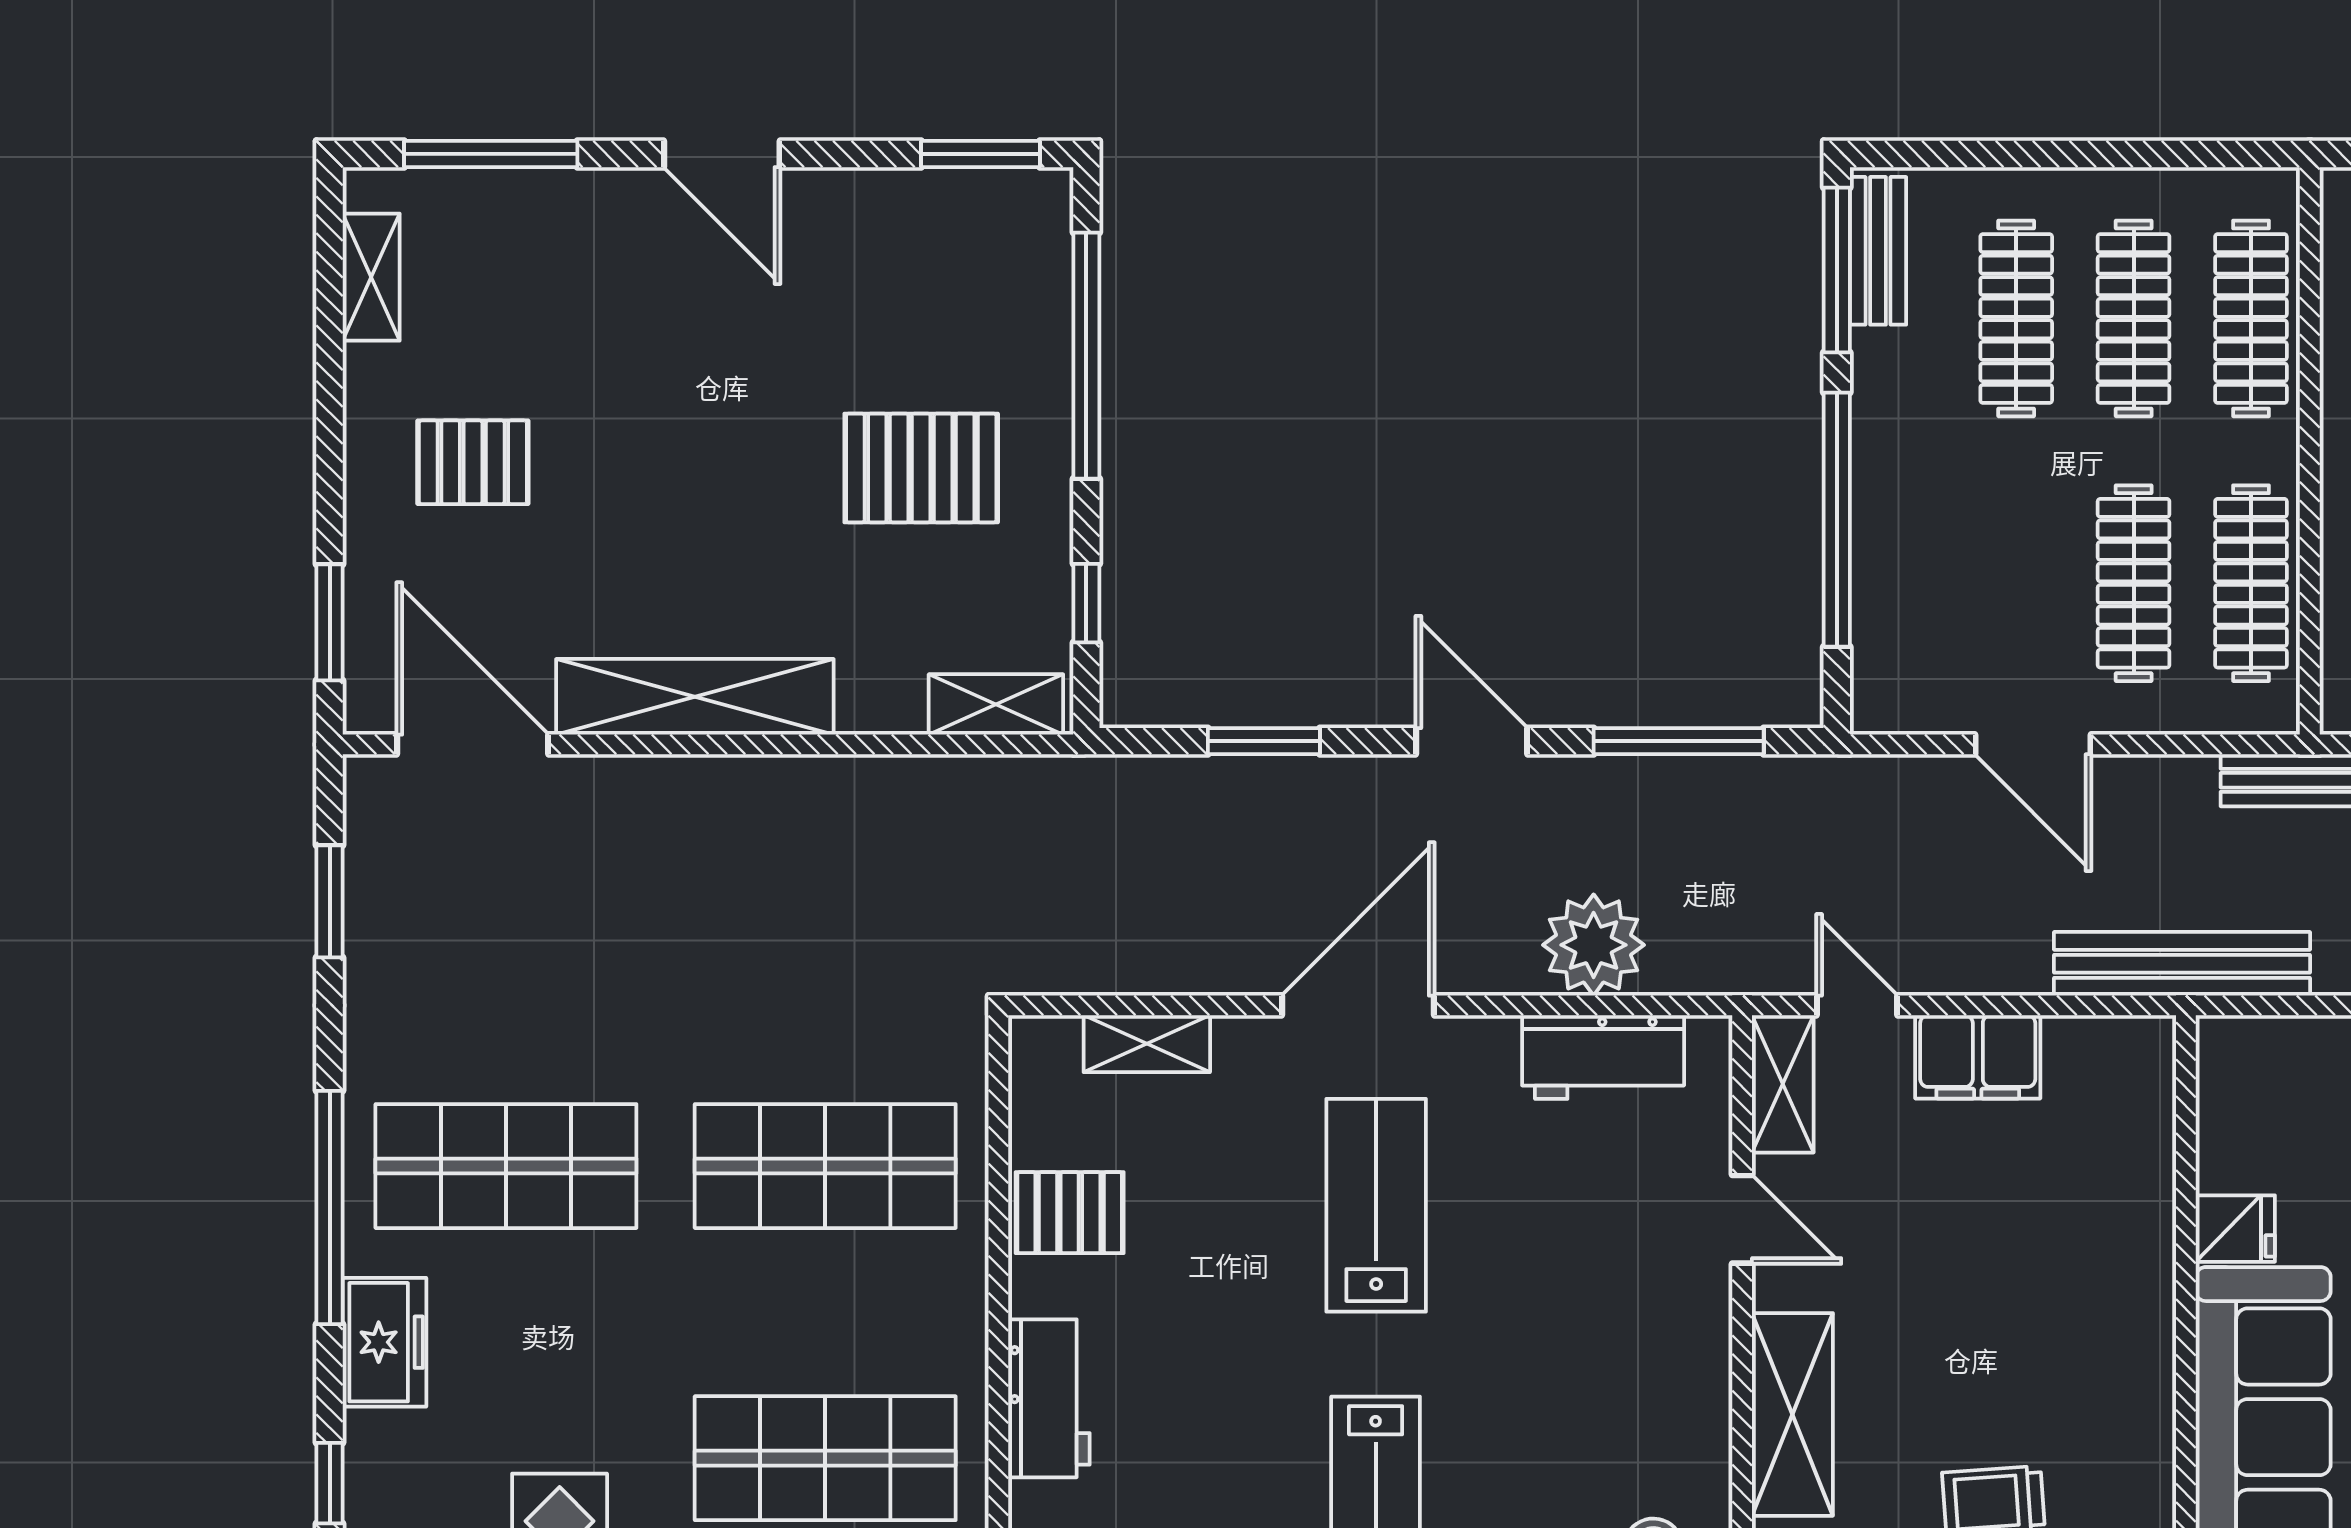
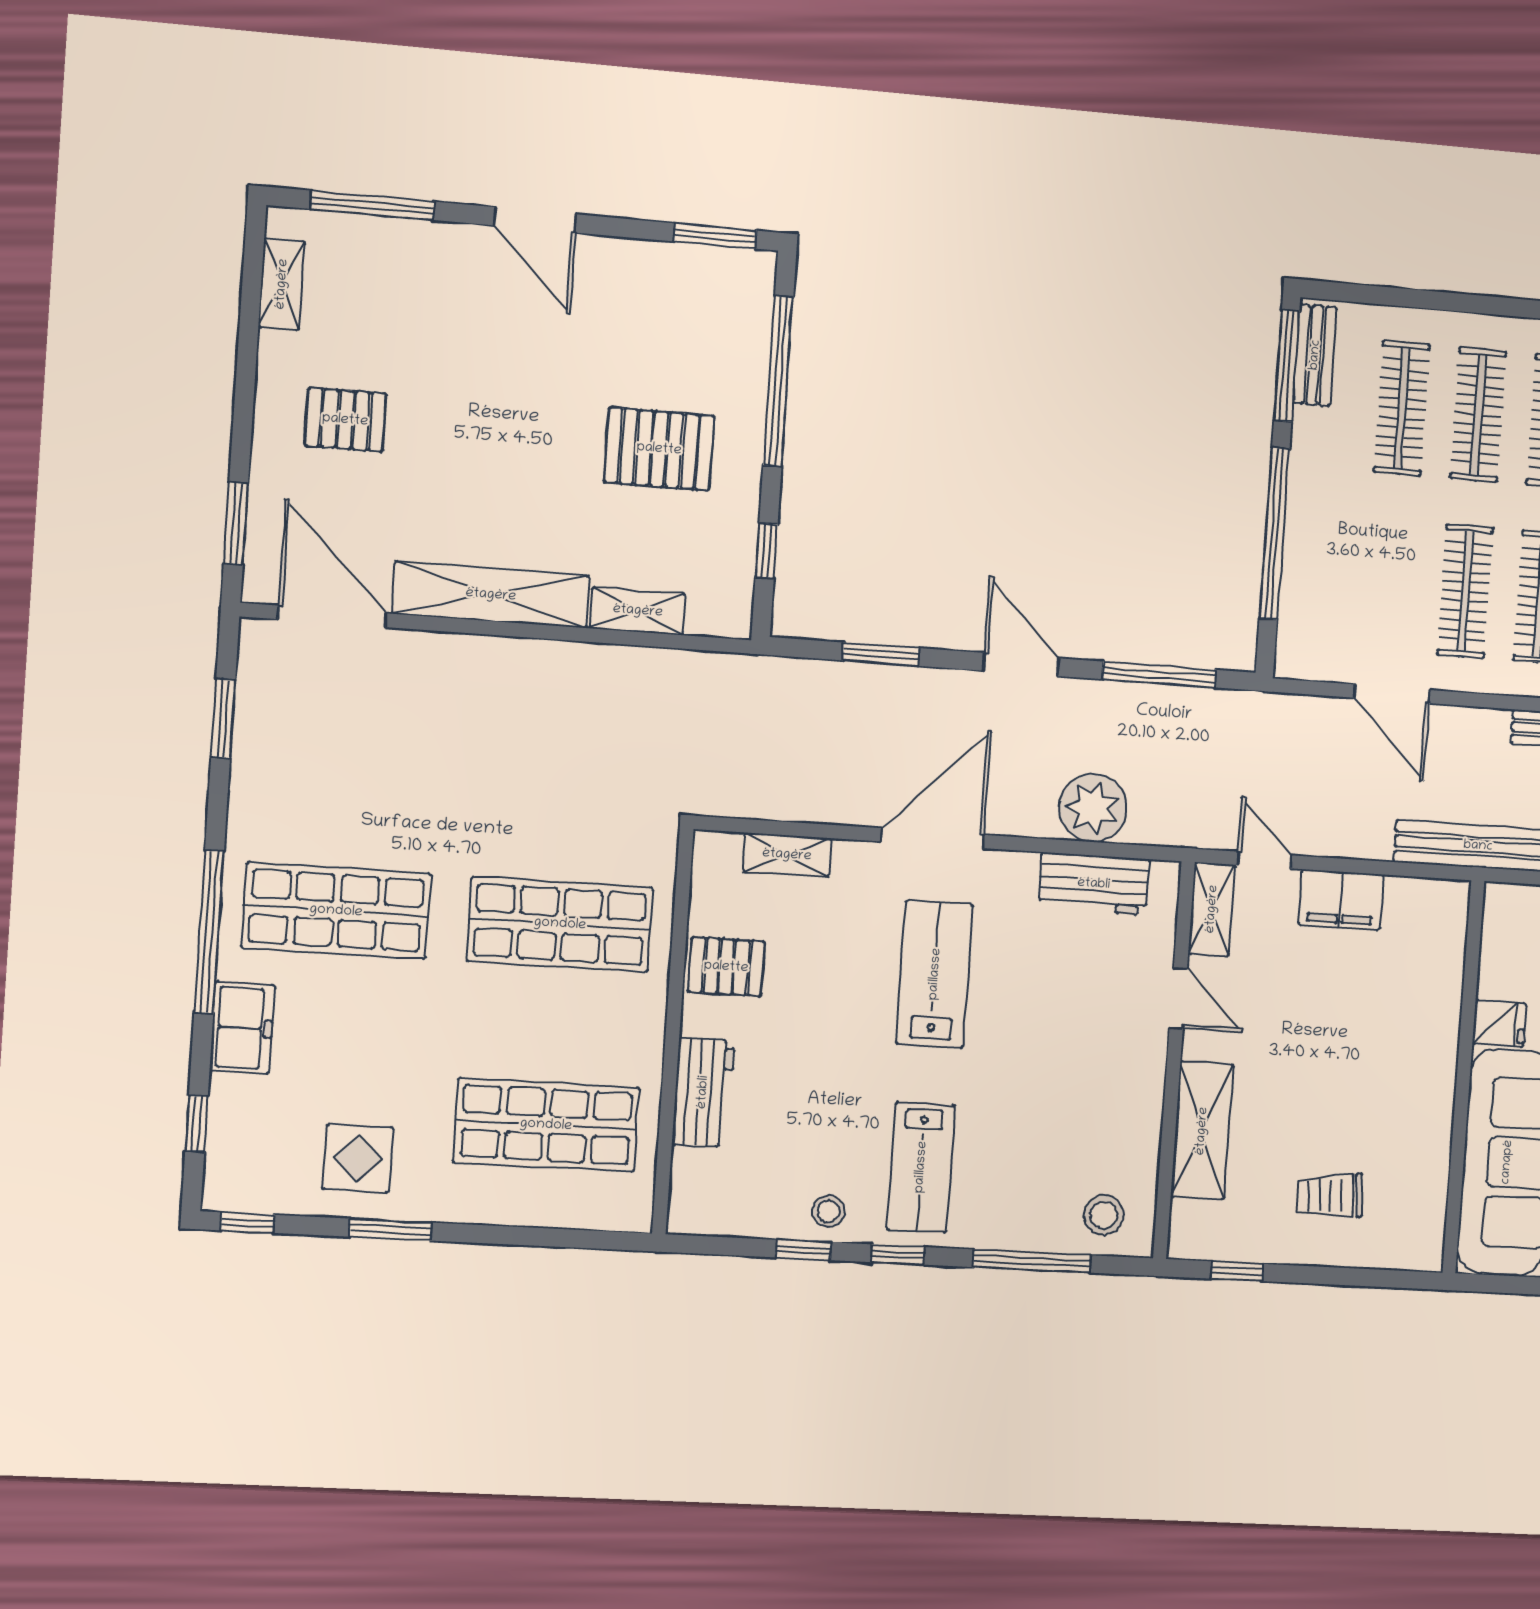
shelving: (996, 704) -> (638, 611), moved

